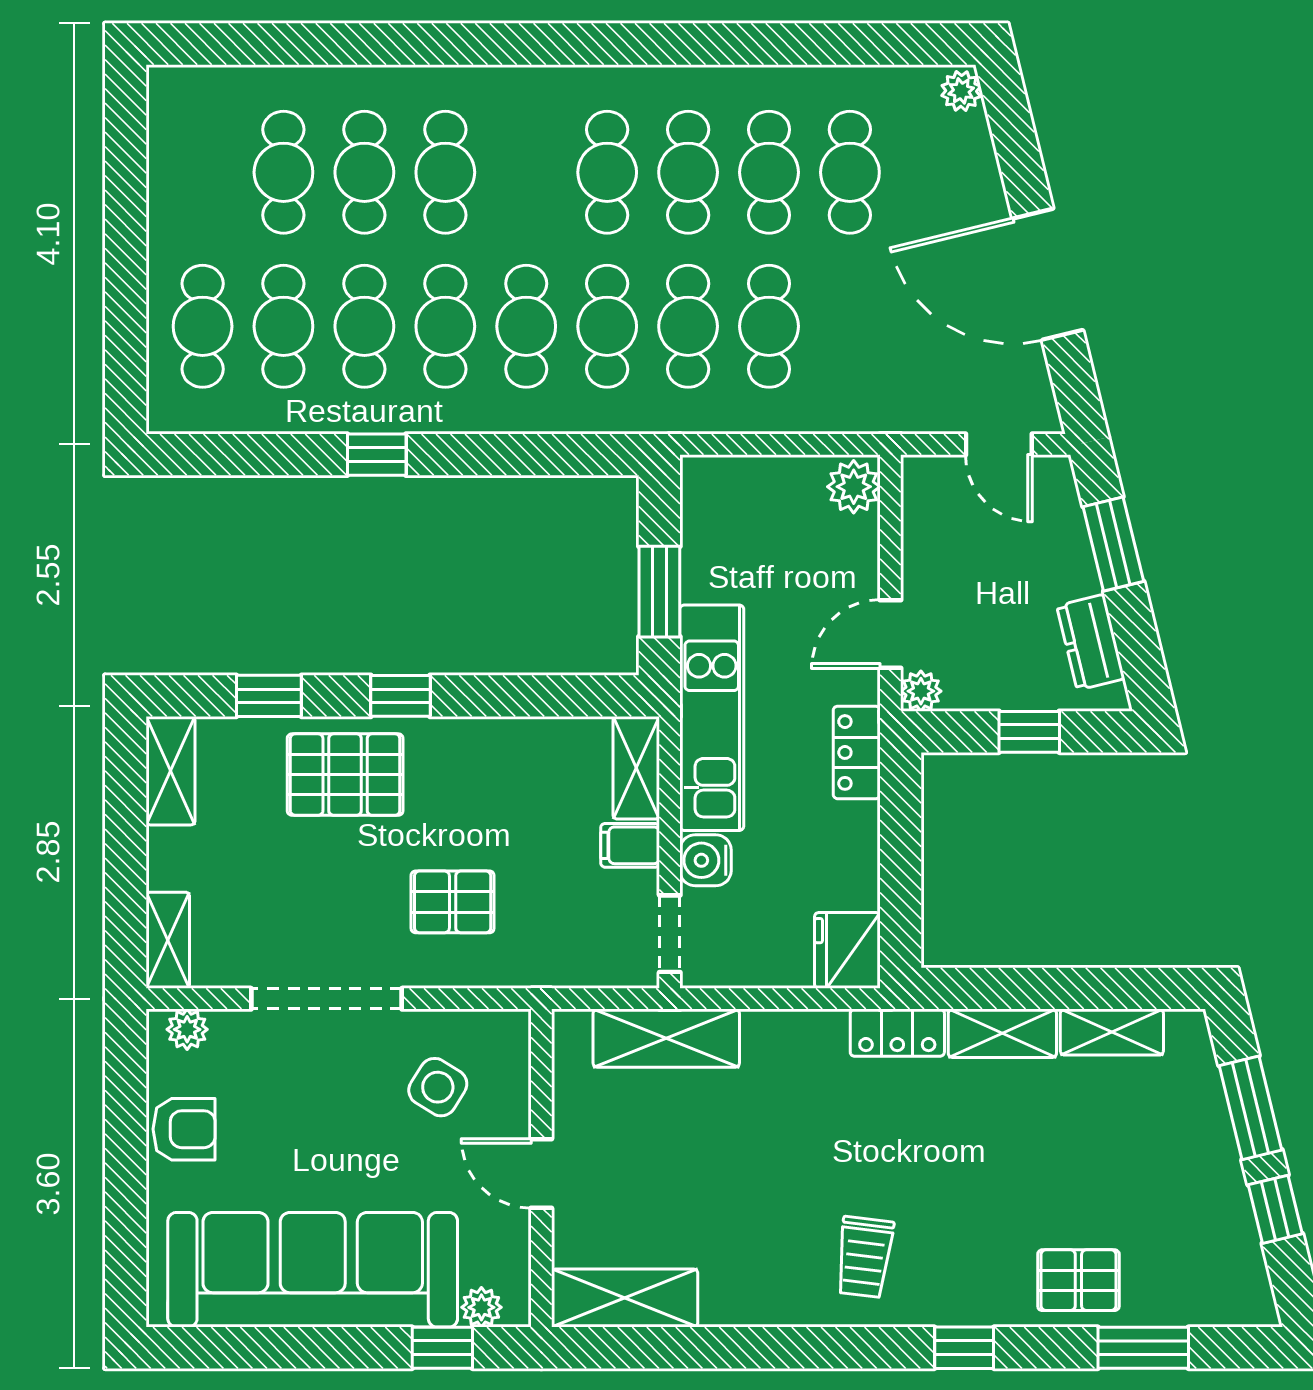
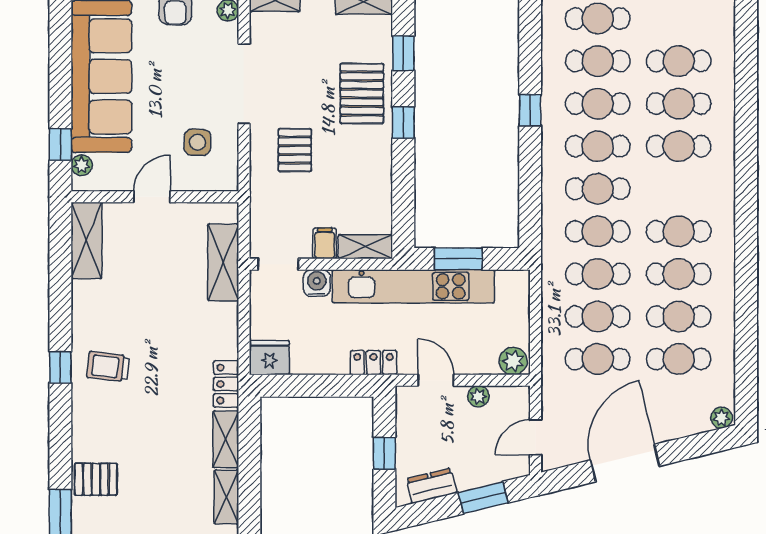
cafe table: (850, 326) -> (598, 359), added
plant: (921, 691) -> (478, 396), moved
kitchen unit: (712, 718) -> (413, 286), width x1.36
side table: (438, 1087) -> (197, 142), turned -31
pallet: (1078, 1280) -> (96, 479), turned 90
window: (964, 1348) -> (60, 367), moved

